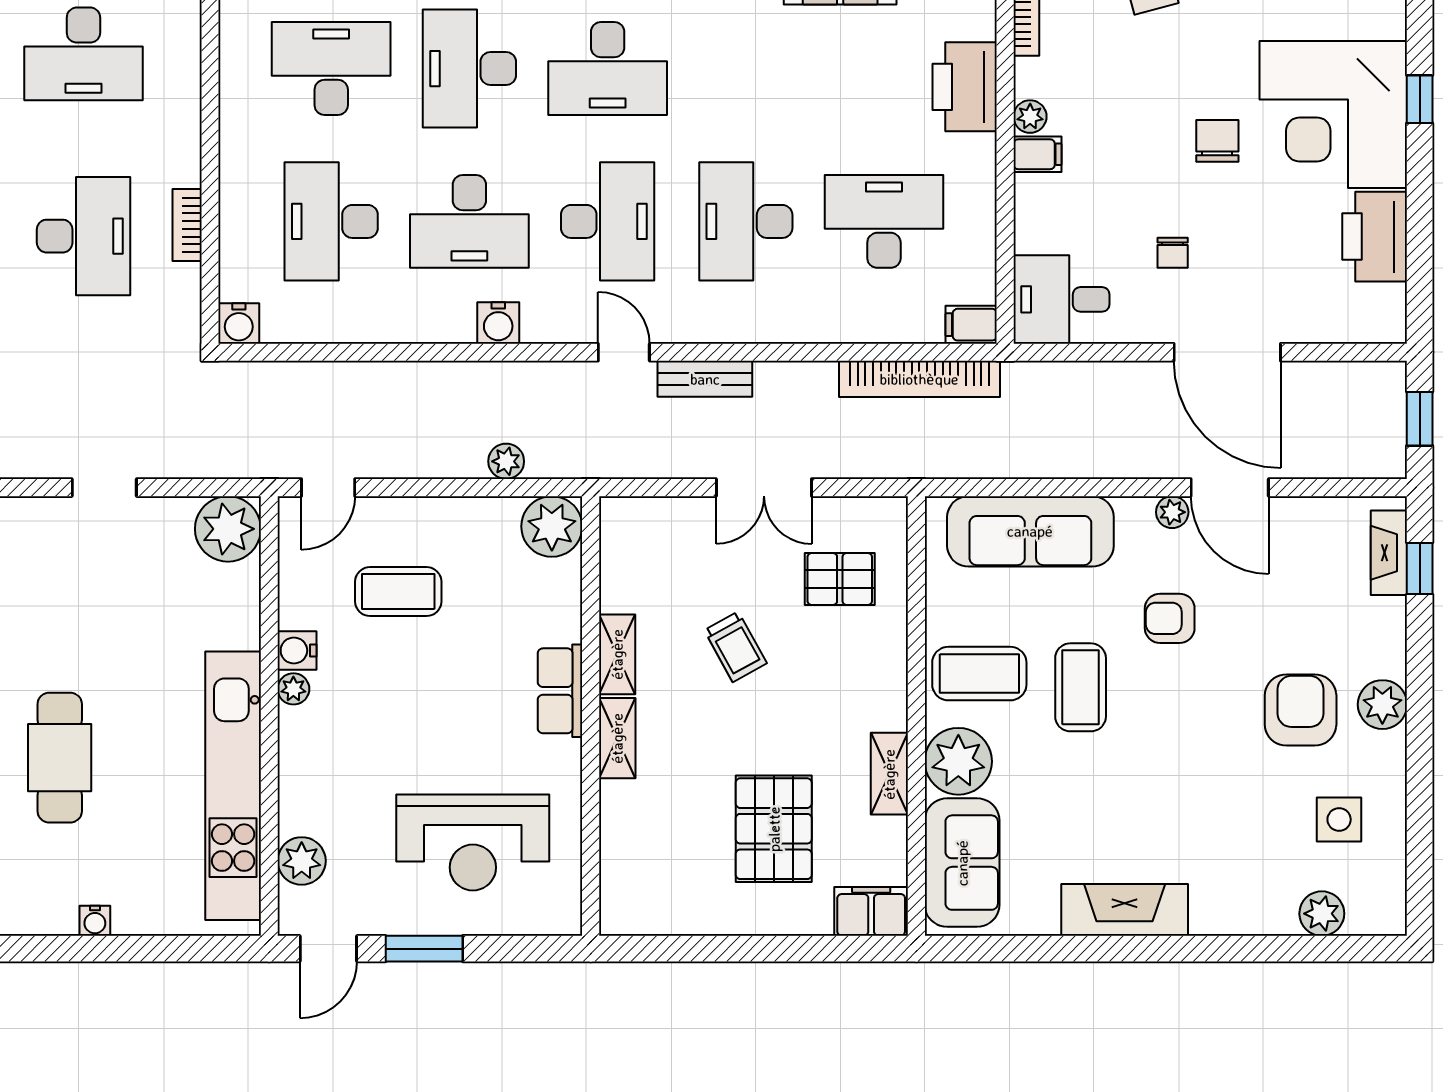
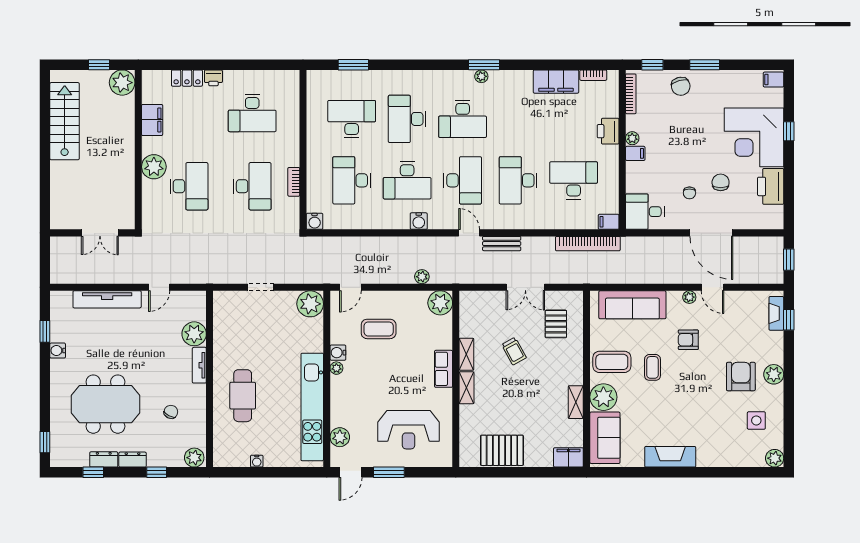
printer: (965, 87) -> (608, 131), width x0.73, depth x0.84
chair: (1217, 141) -> (721, 182), moved
door: (1230, 488) -> (712, 287), width x0.73
pallet: (840, 579) -> (556, 324), turned 90
coffee table: (1081, 687) -> (653, 367), width x0.73, depth x0.77
pallet: (774, 829) -> (502, 450), moved, turned 90
plant: (1322, 914) -> (775, 458), moved

